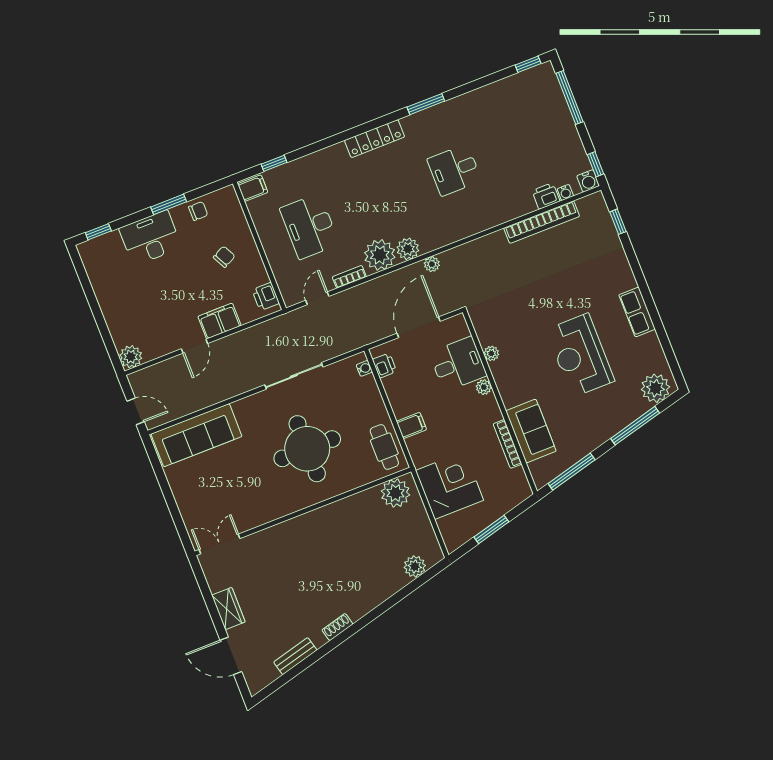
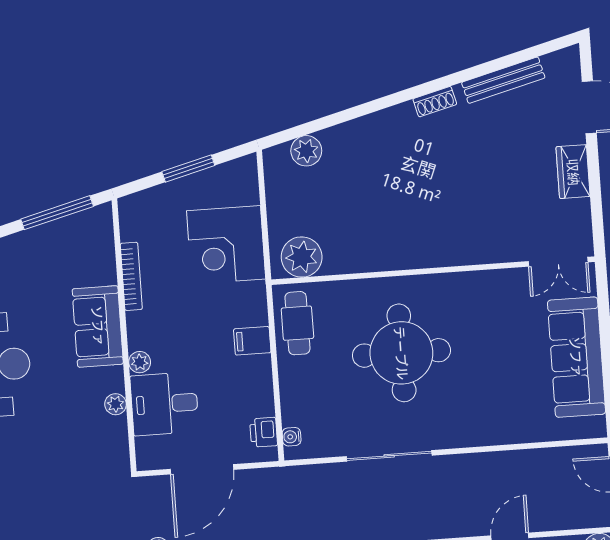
sofa: (531, 431) -> (98, 326), moved
sofa: (196, 435) -> (576, 357), moved, turned -90
bench: (295, 656) -> (503, 80), width x1.36

